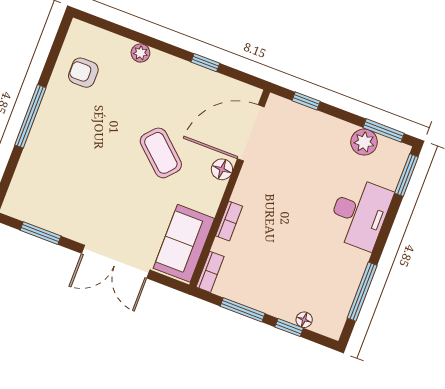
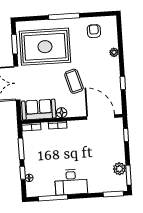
coffee table: (161, 153) -> (74, 81), turned -58
floor lamp: (222, 169) -> (62, 113), moved
rug: (71, 178) -> (45, 47), added
desk: (360, 213) -> (71, 182), moved

